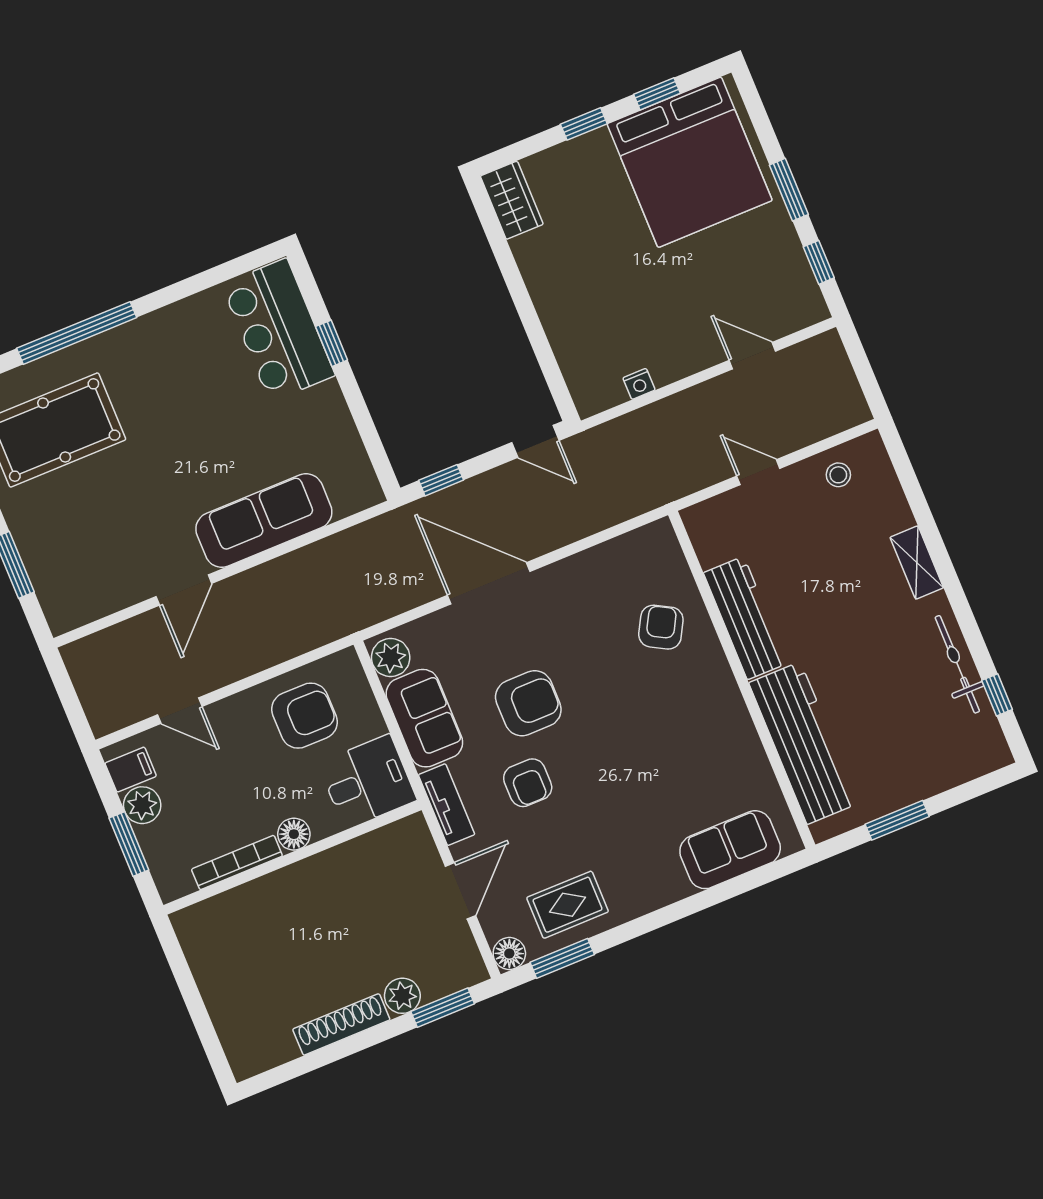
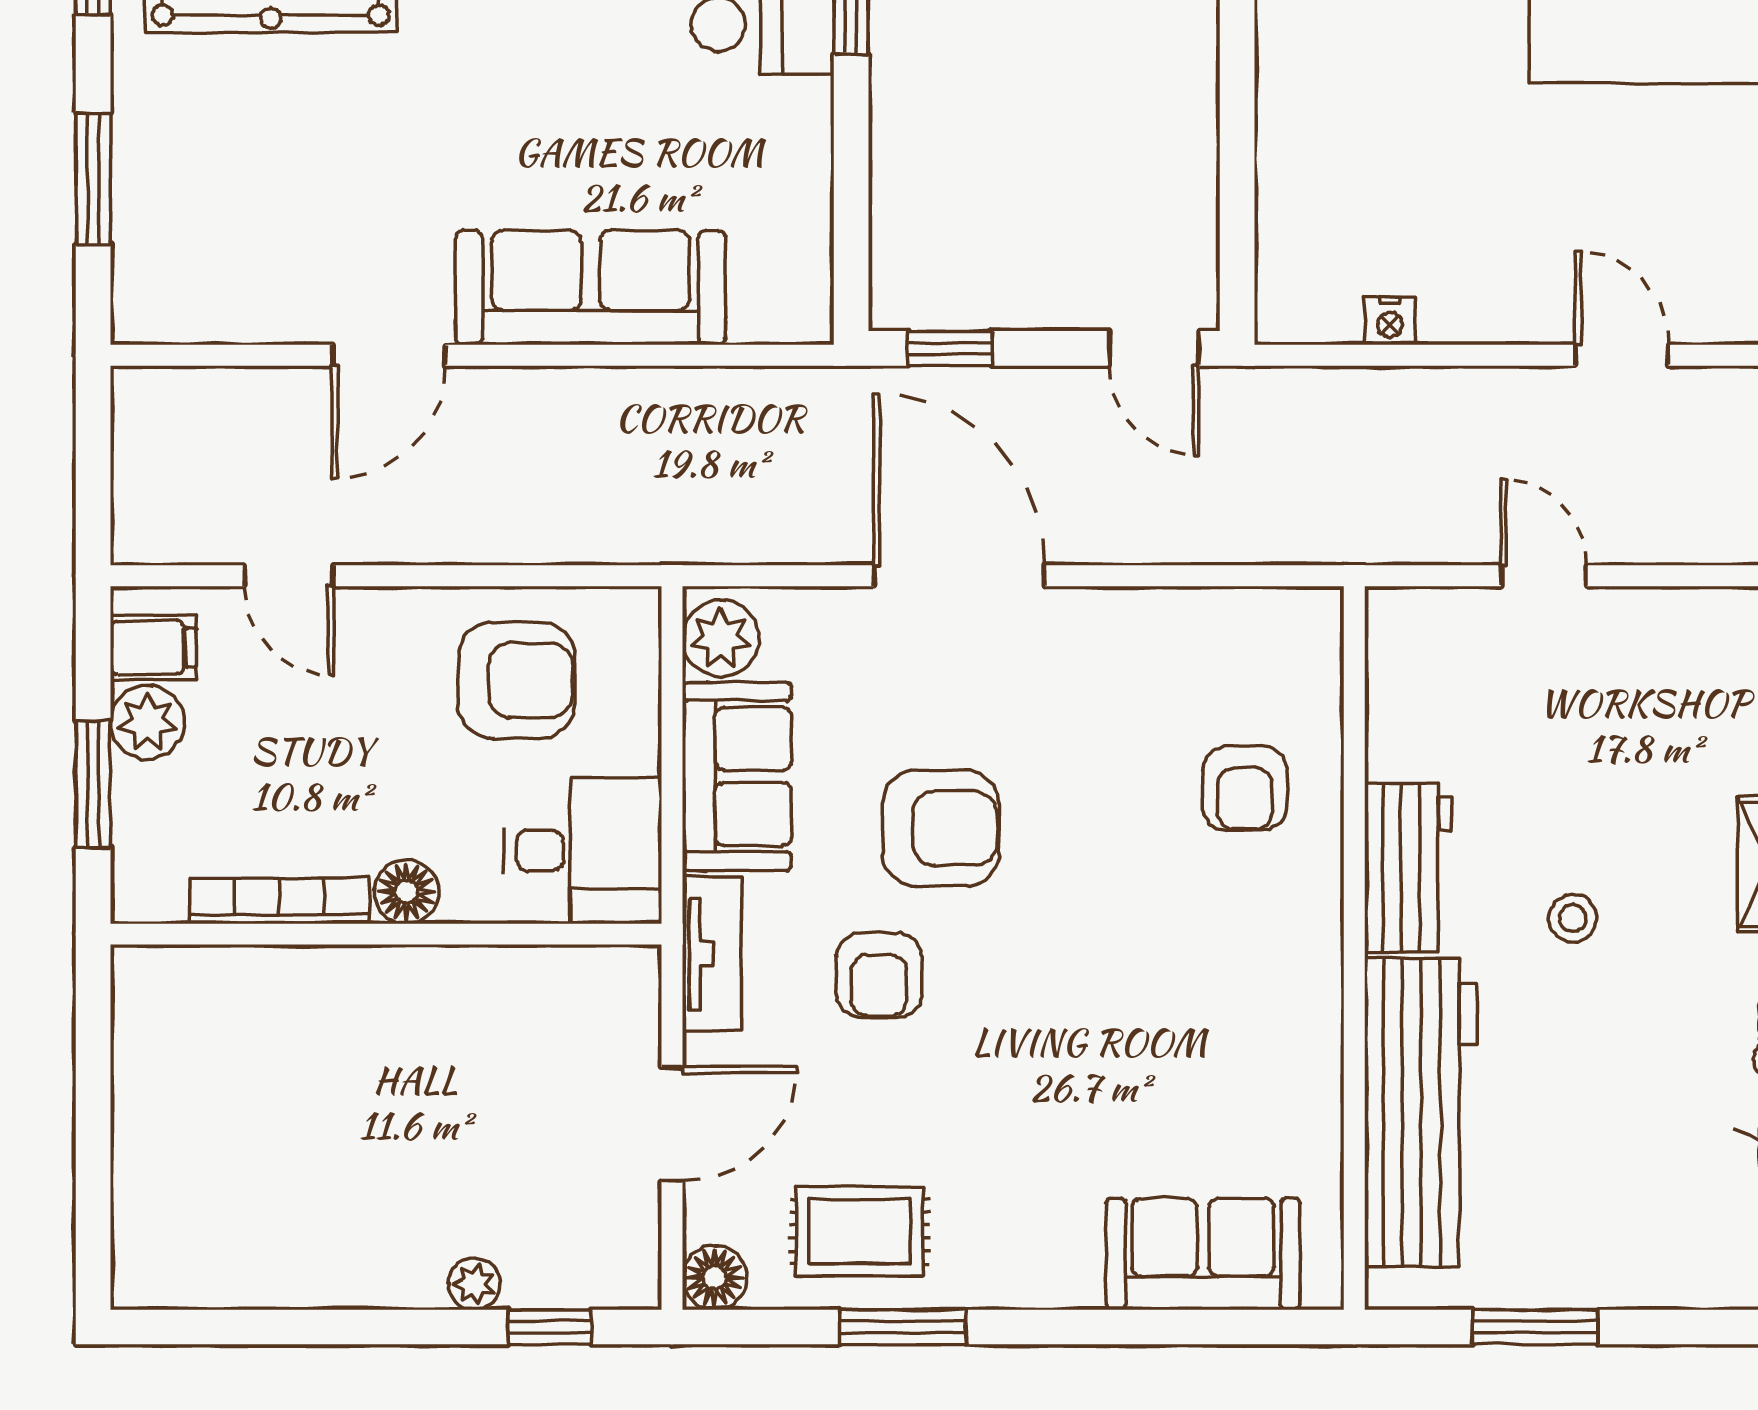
stool: (838, 475) -> (1573, 918), moved
workbench: (745, 618) -> (1408, 868), width x0.73
armchair: (661, 627) -> (1245, 788), turned 151
window: (562, 958) -> (903, 1327), moved
plant: (402, 996) -> (474, 1284), width x0.73, depth x0.73
window: (443, 1008) -> (550, 1327), width x0.67
shoe rack: (341, 1024) -> (349, 1281), removed

